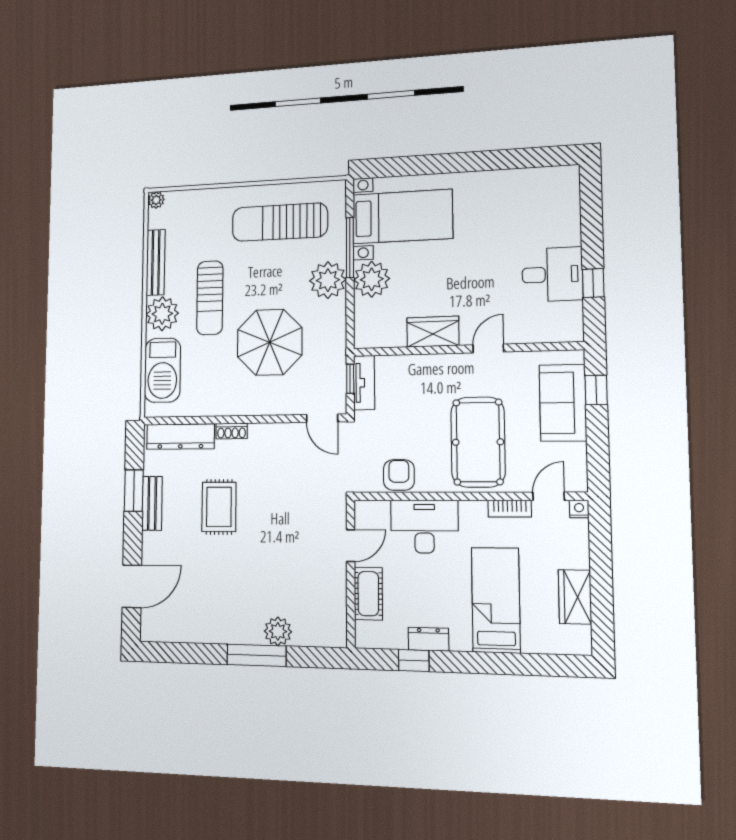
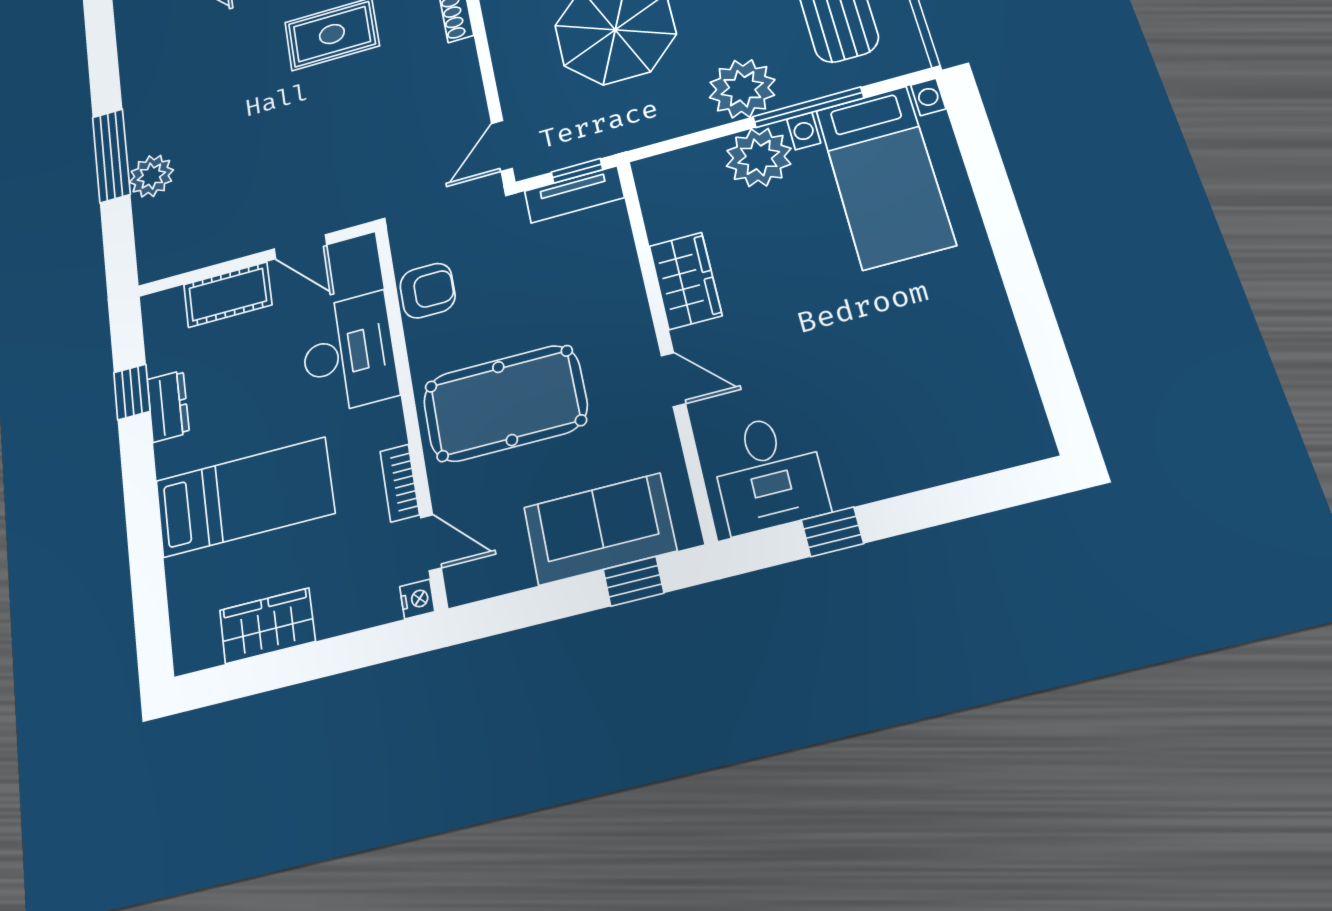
desk: (552, 274) -> (768, 473), moved

